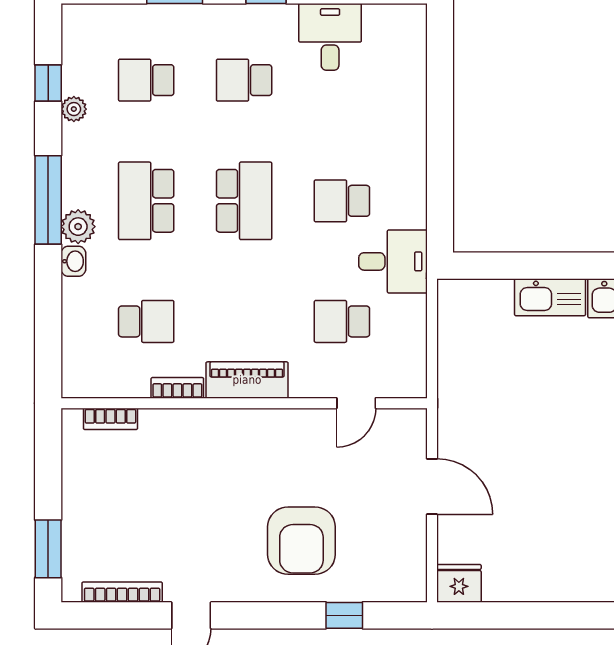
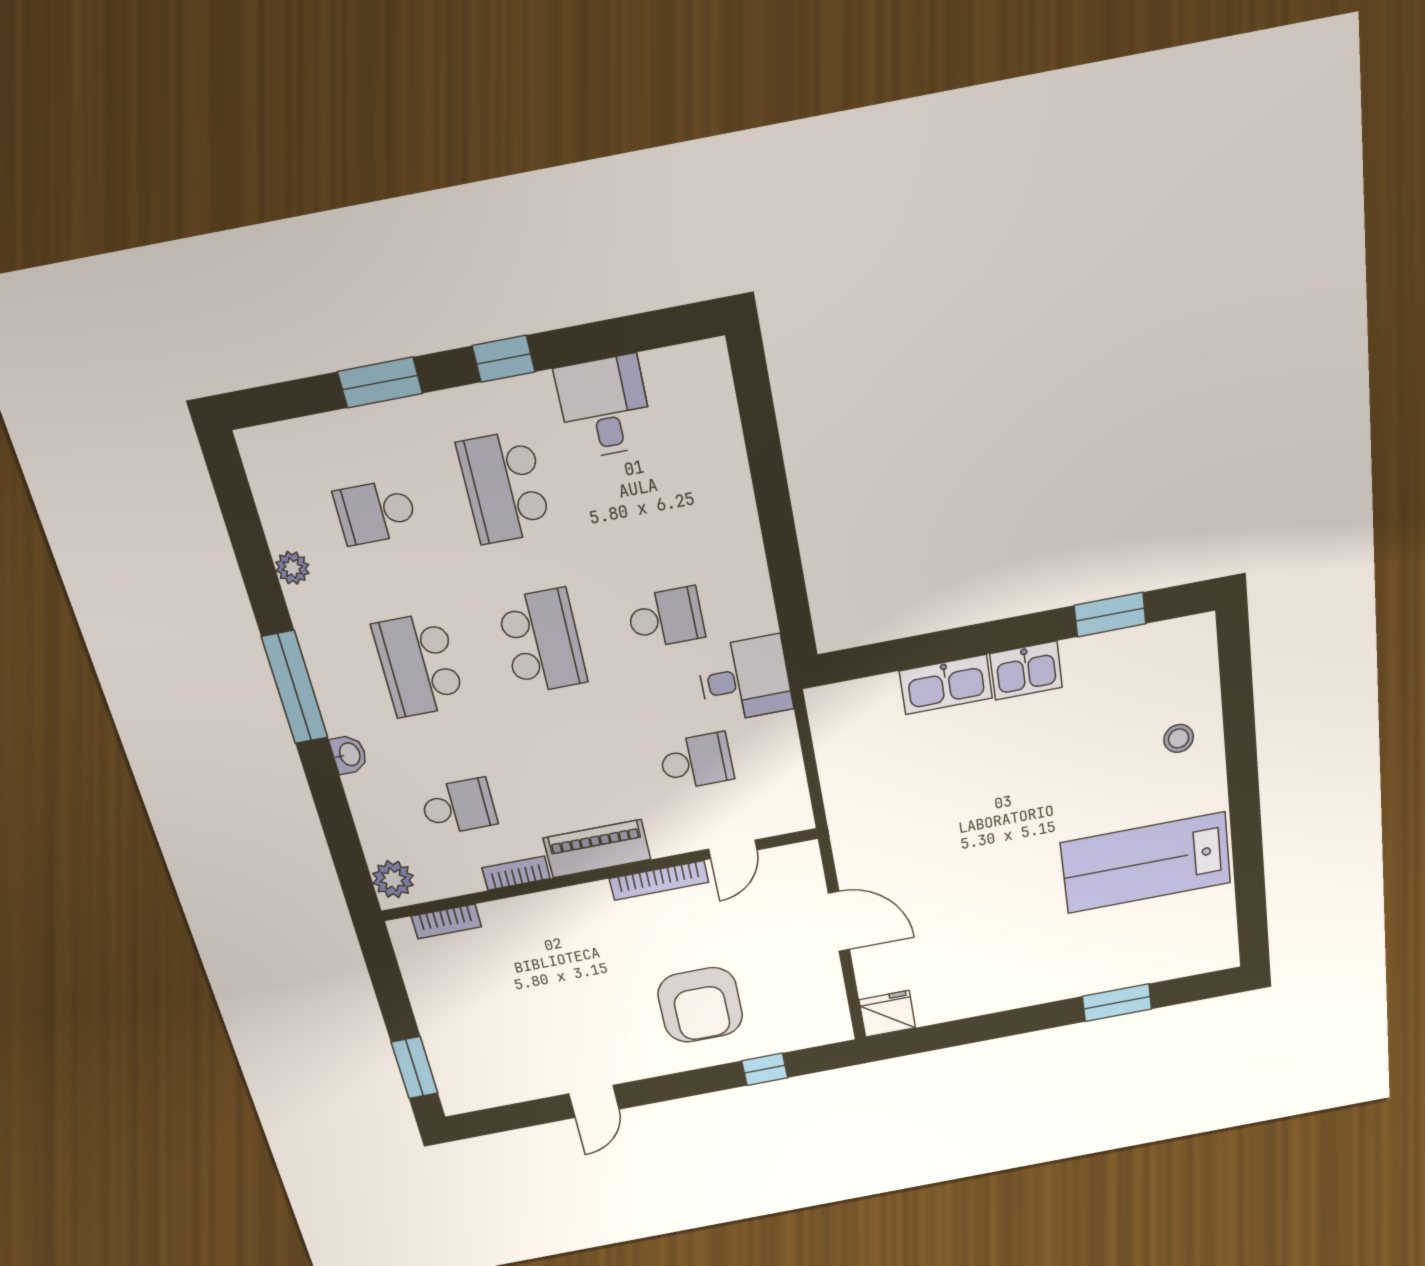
school desk: (244, 80) -> (504, 487), width x1.85
window: (48, 83) -> (249, 541), removed
school desk: (342, 201) -> (666, 618), turned 180
plant: (78, 227) -> (393, 879), moved
school desk: (342, 321) -> (696, 761), turned 180
bookcase: (122, 592) -> (659, 880), moved, turned 180

